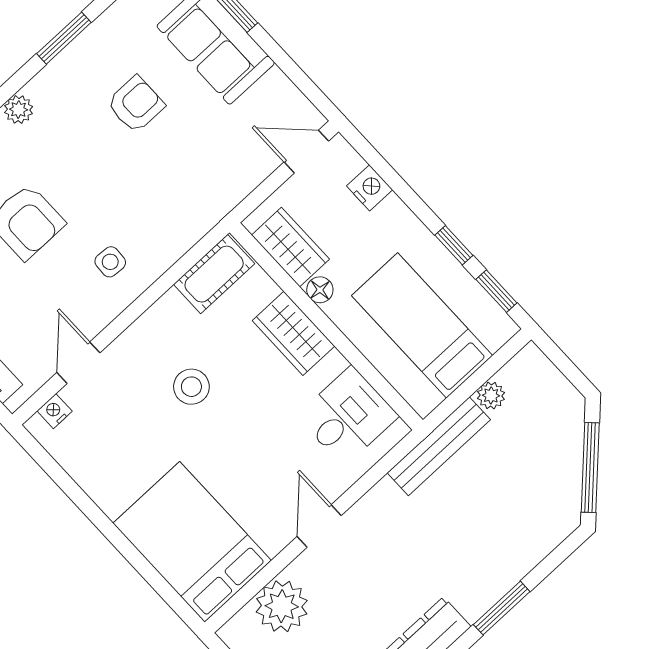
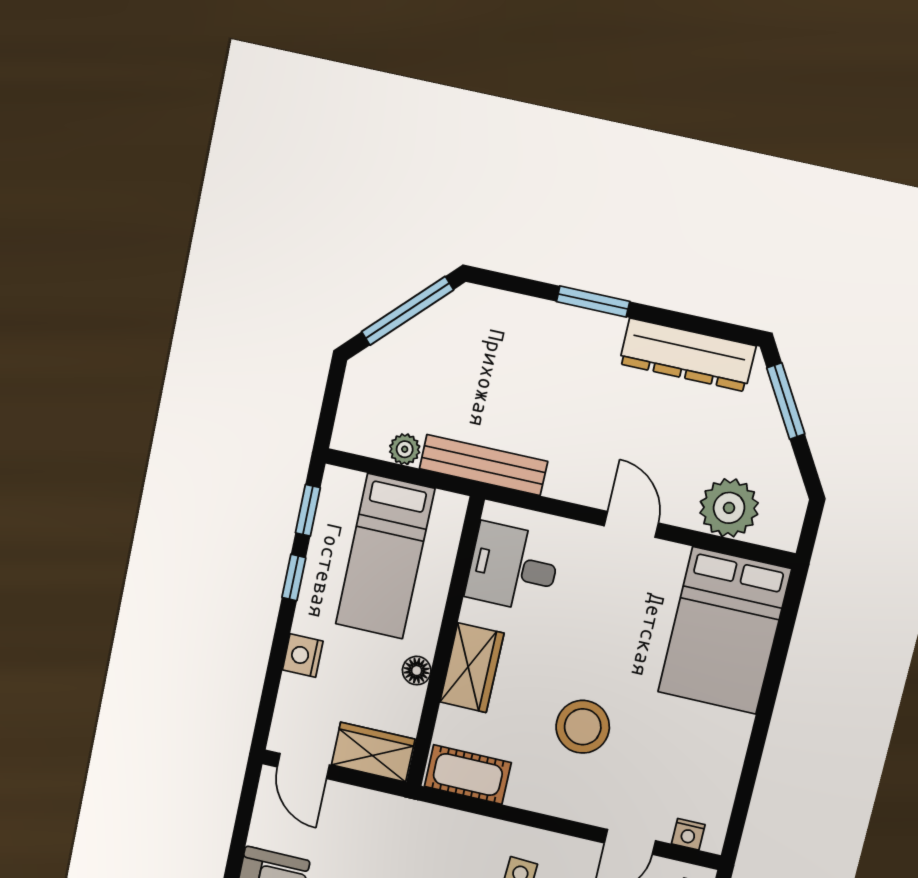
nightstand: (370, 188) -> (303, 656), moved
wardrobe: (290, 247) -> (373, 752), moved, turned 90
stool: (191, 387) -> (583, 727), width x1.38, depth x1.38
door: (319, 526) -> (631, 524), swing flipped

